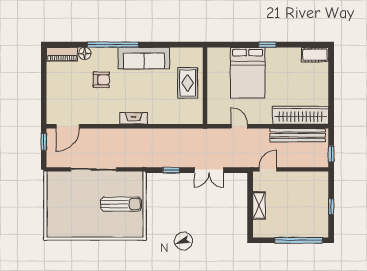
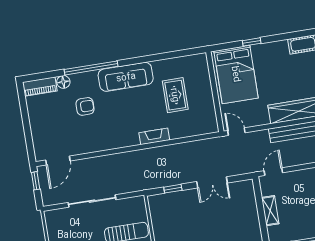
wall: (205, 86) -> (215, 92), moved
fireplace: (134, 118) -> (154, 136), moved

